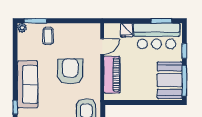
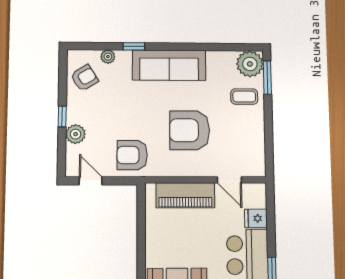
plant: (22, 28) -> (250, 64), width x1.87, depth x1.87
armchair: (70, 72) -> (190, 130), turned 180

